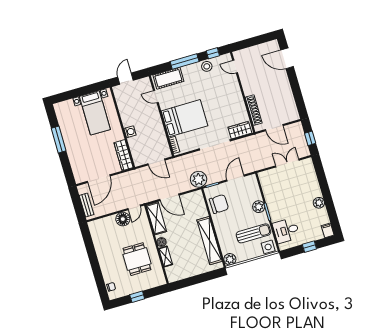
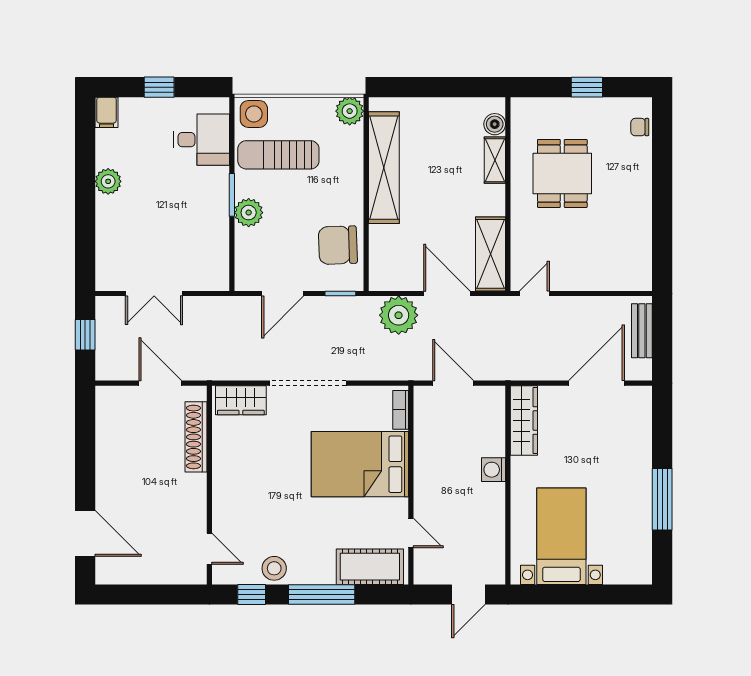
plant: (199, 179) -> (399, 315), moved
floor lamp: (123, 219) -> (568, 275), removed
boiler: (162, 242) -> (495, 124), moved

